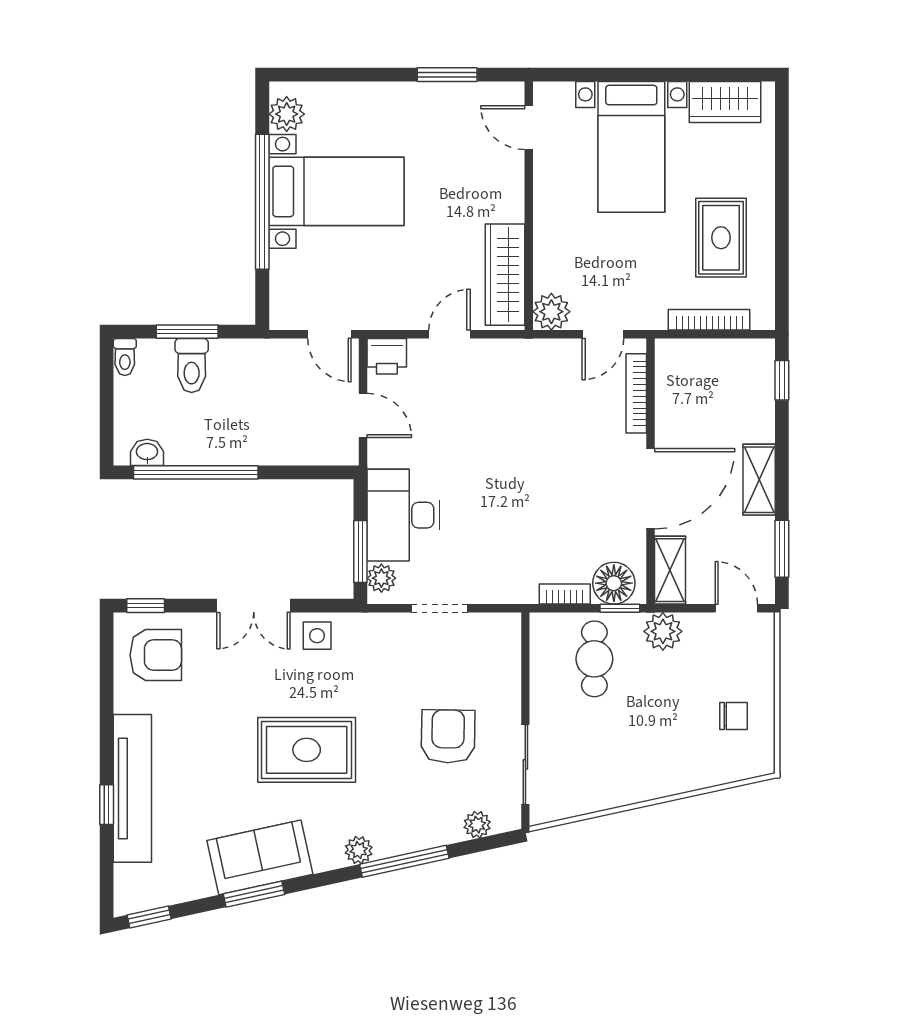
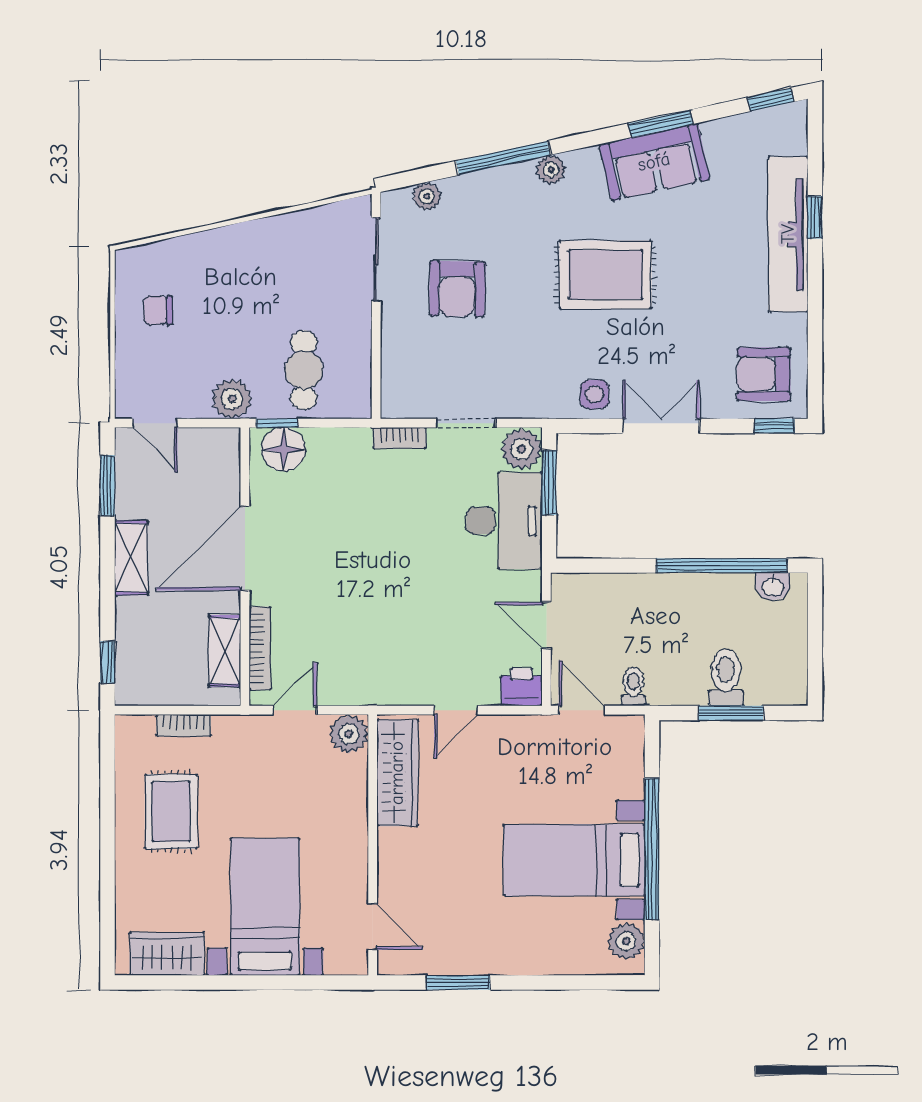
bookcase: (709, 320) -> (184, 725), width x0.64
toilet: (125, 357) -> (633, 687), moved
shelving: (670, 570) -> (225, 651), moved
plant: (381, 578) -> (521, 449), width x1.38, depth x1.38
bookcase: (565, 594) -> (399, 438), moved

